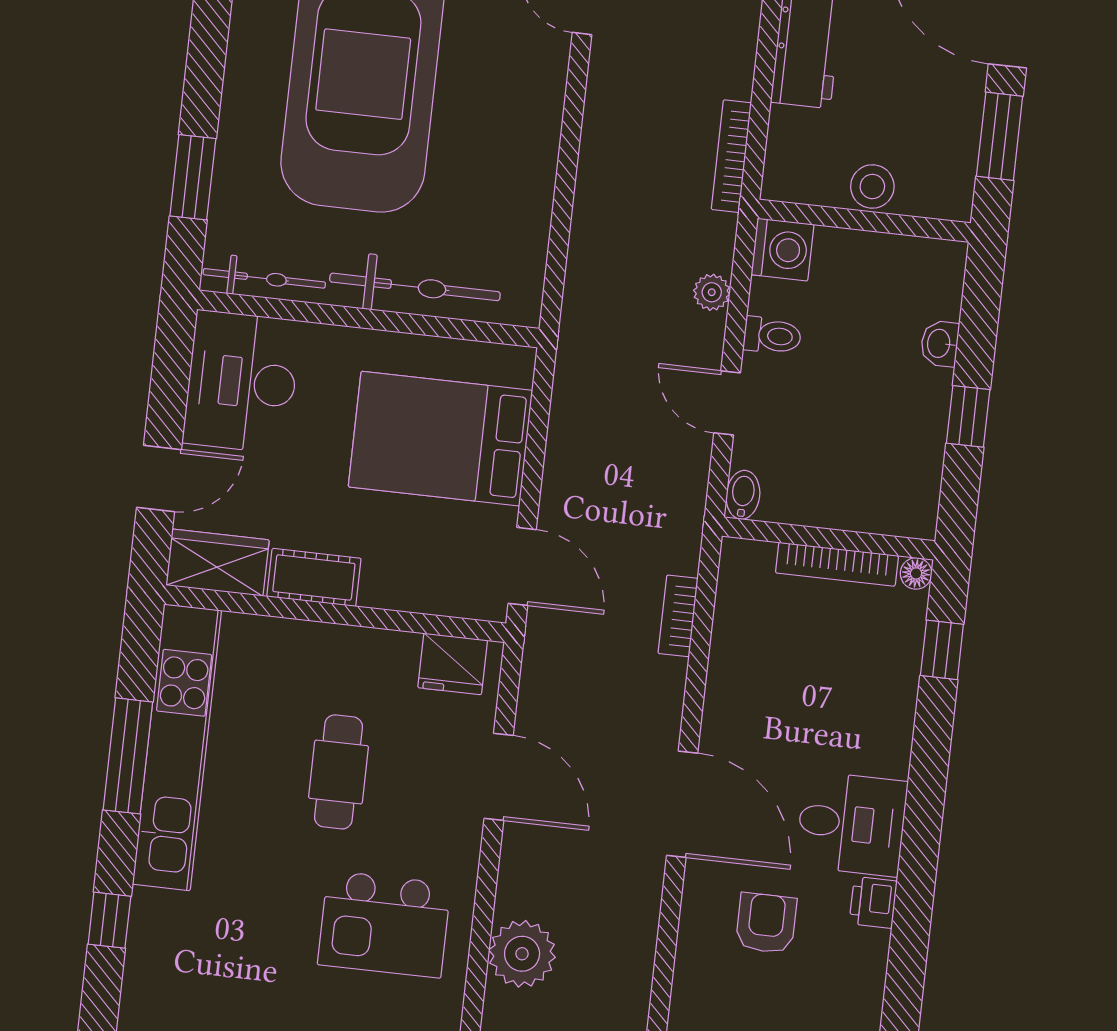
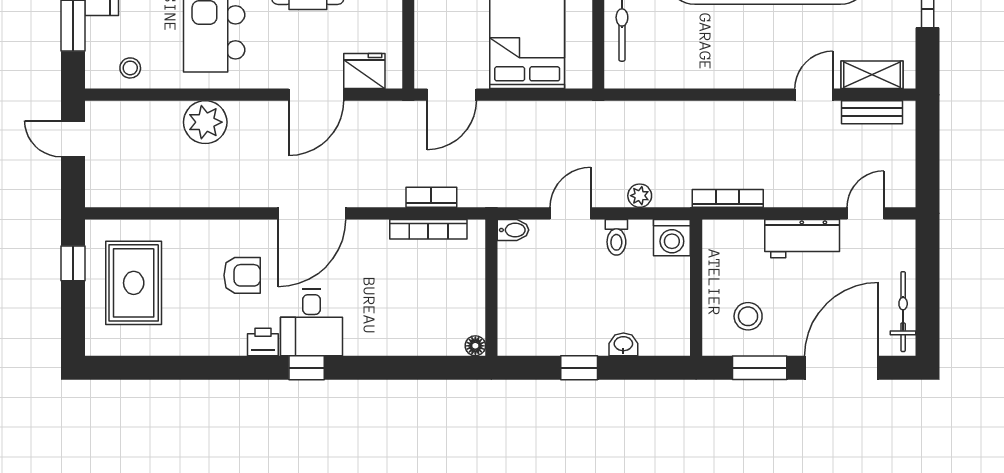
stool: (872, 186) -> (748, 316), moved
bookcase: (837, 564) -> (428, 229), moved, turned -90
window: (942, 650) -> (307, 368), moved
fridge: (453, 664) -> (364, 71), moved, turned 90

